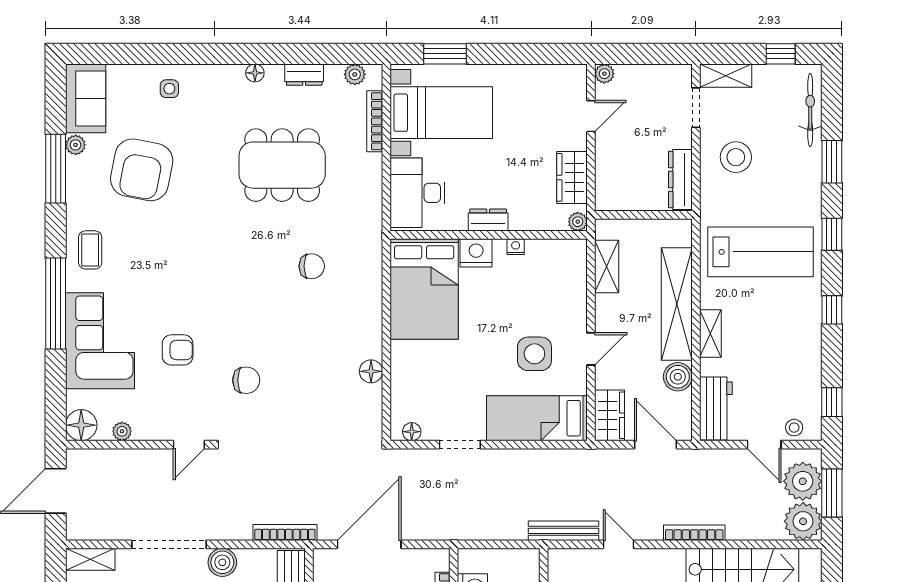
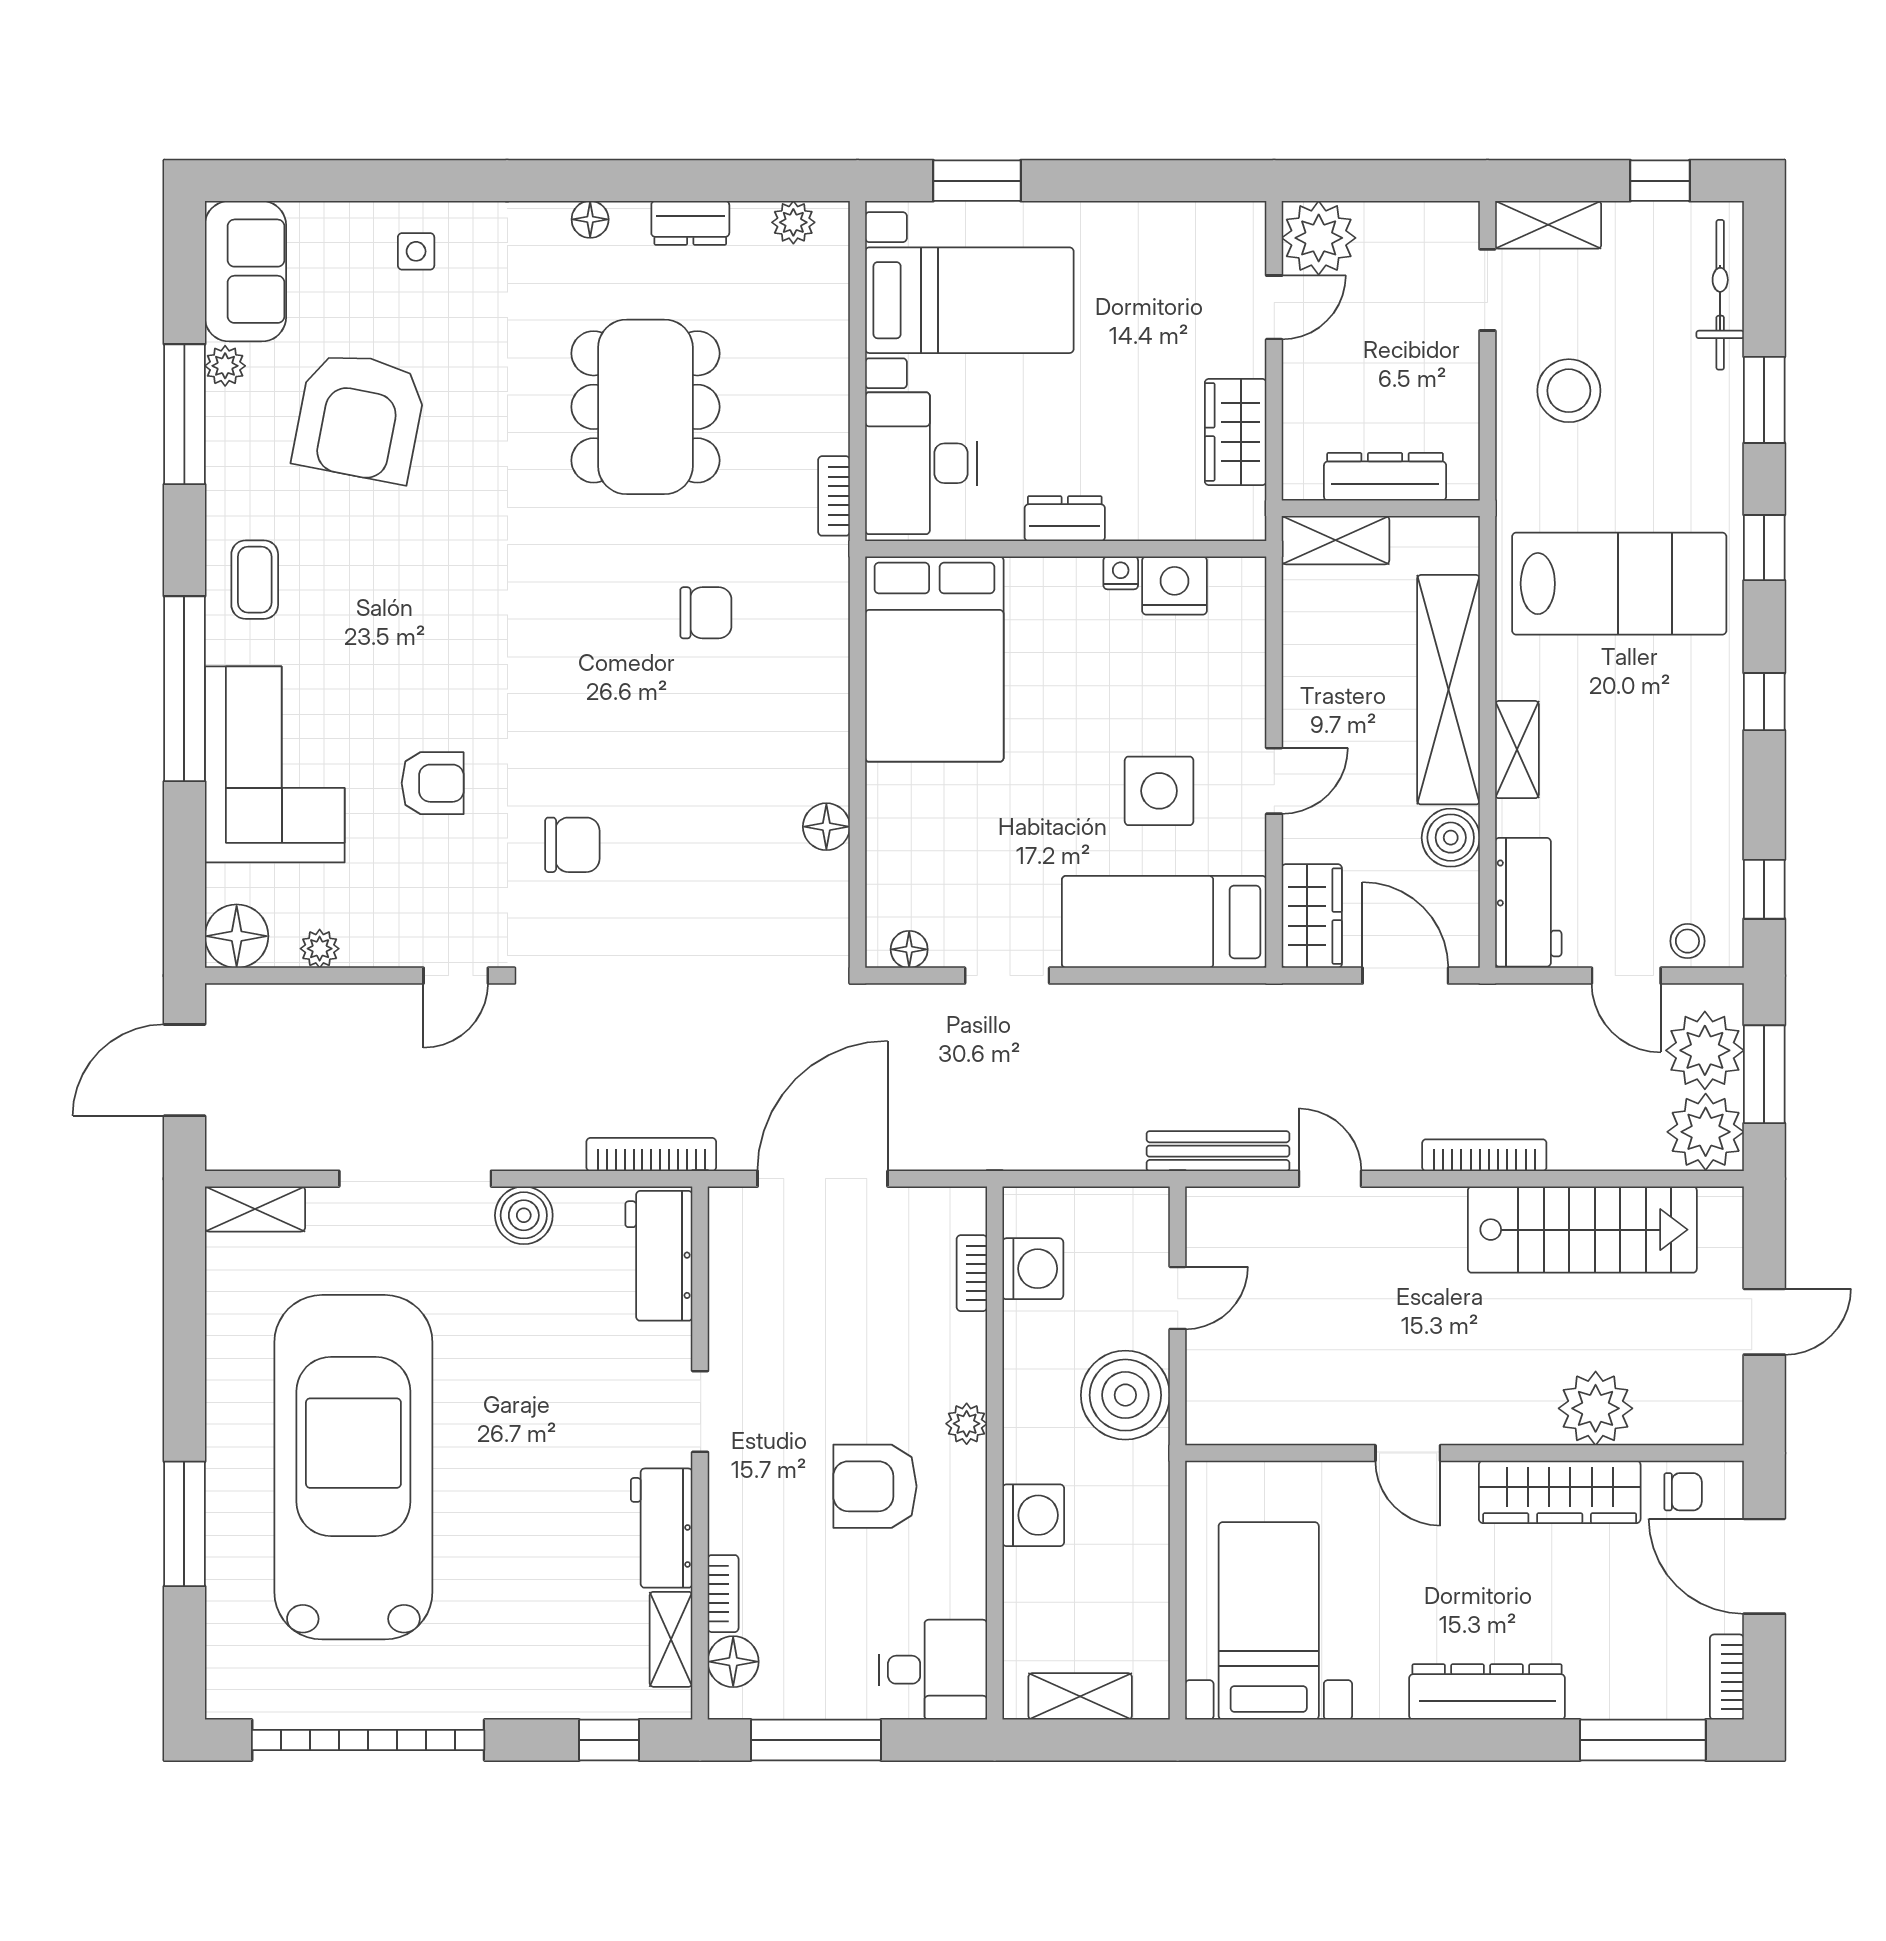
plant: (604, 74) -> (1319, 238), width x1.87, depth x1.87
bookcase: (375, 121) -> (834, 496), moved, width x0.64
dining table: (282, 165) -> (645, 407), turned 90
dresser: (680, 180) -> (1385, 477), moved, turned 90
plant: (578, 222) -> (1247, 522), removed
nightstand: (476, 253) -> (1175, 586), moved
shelving: (607, 267) -> (1335, 540), moved, turned 90

